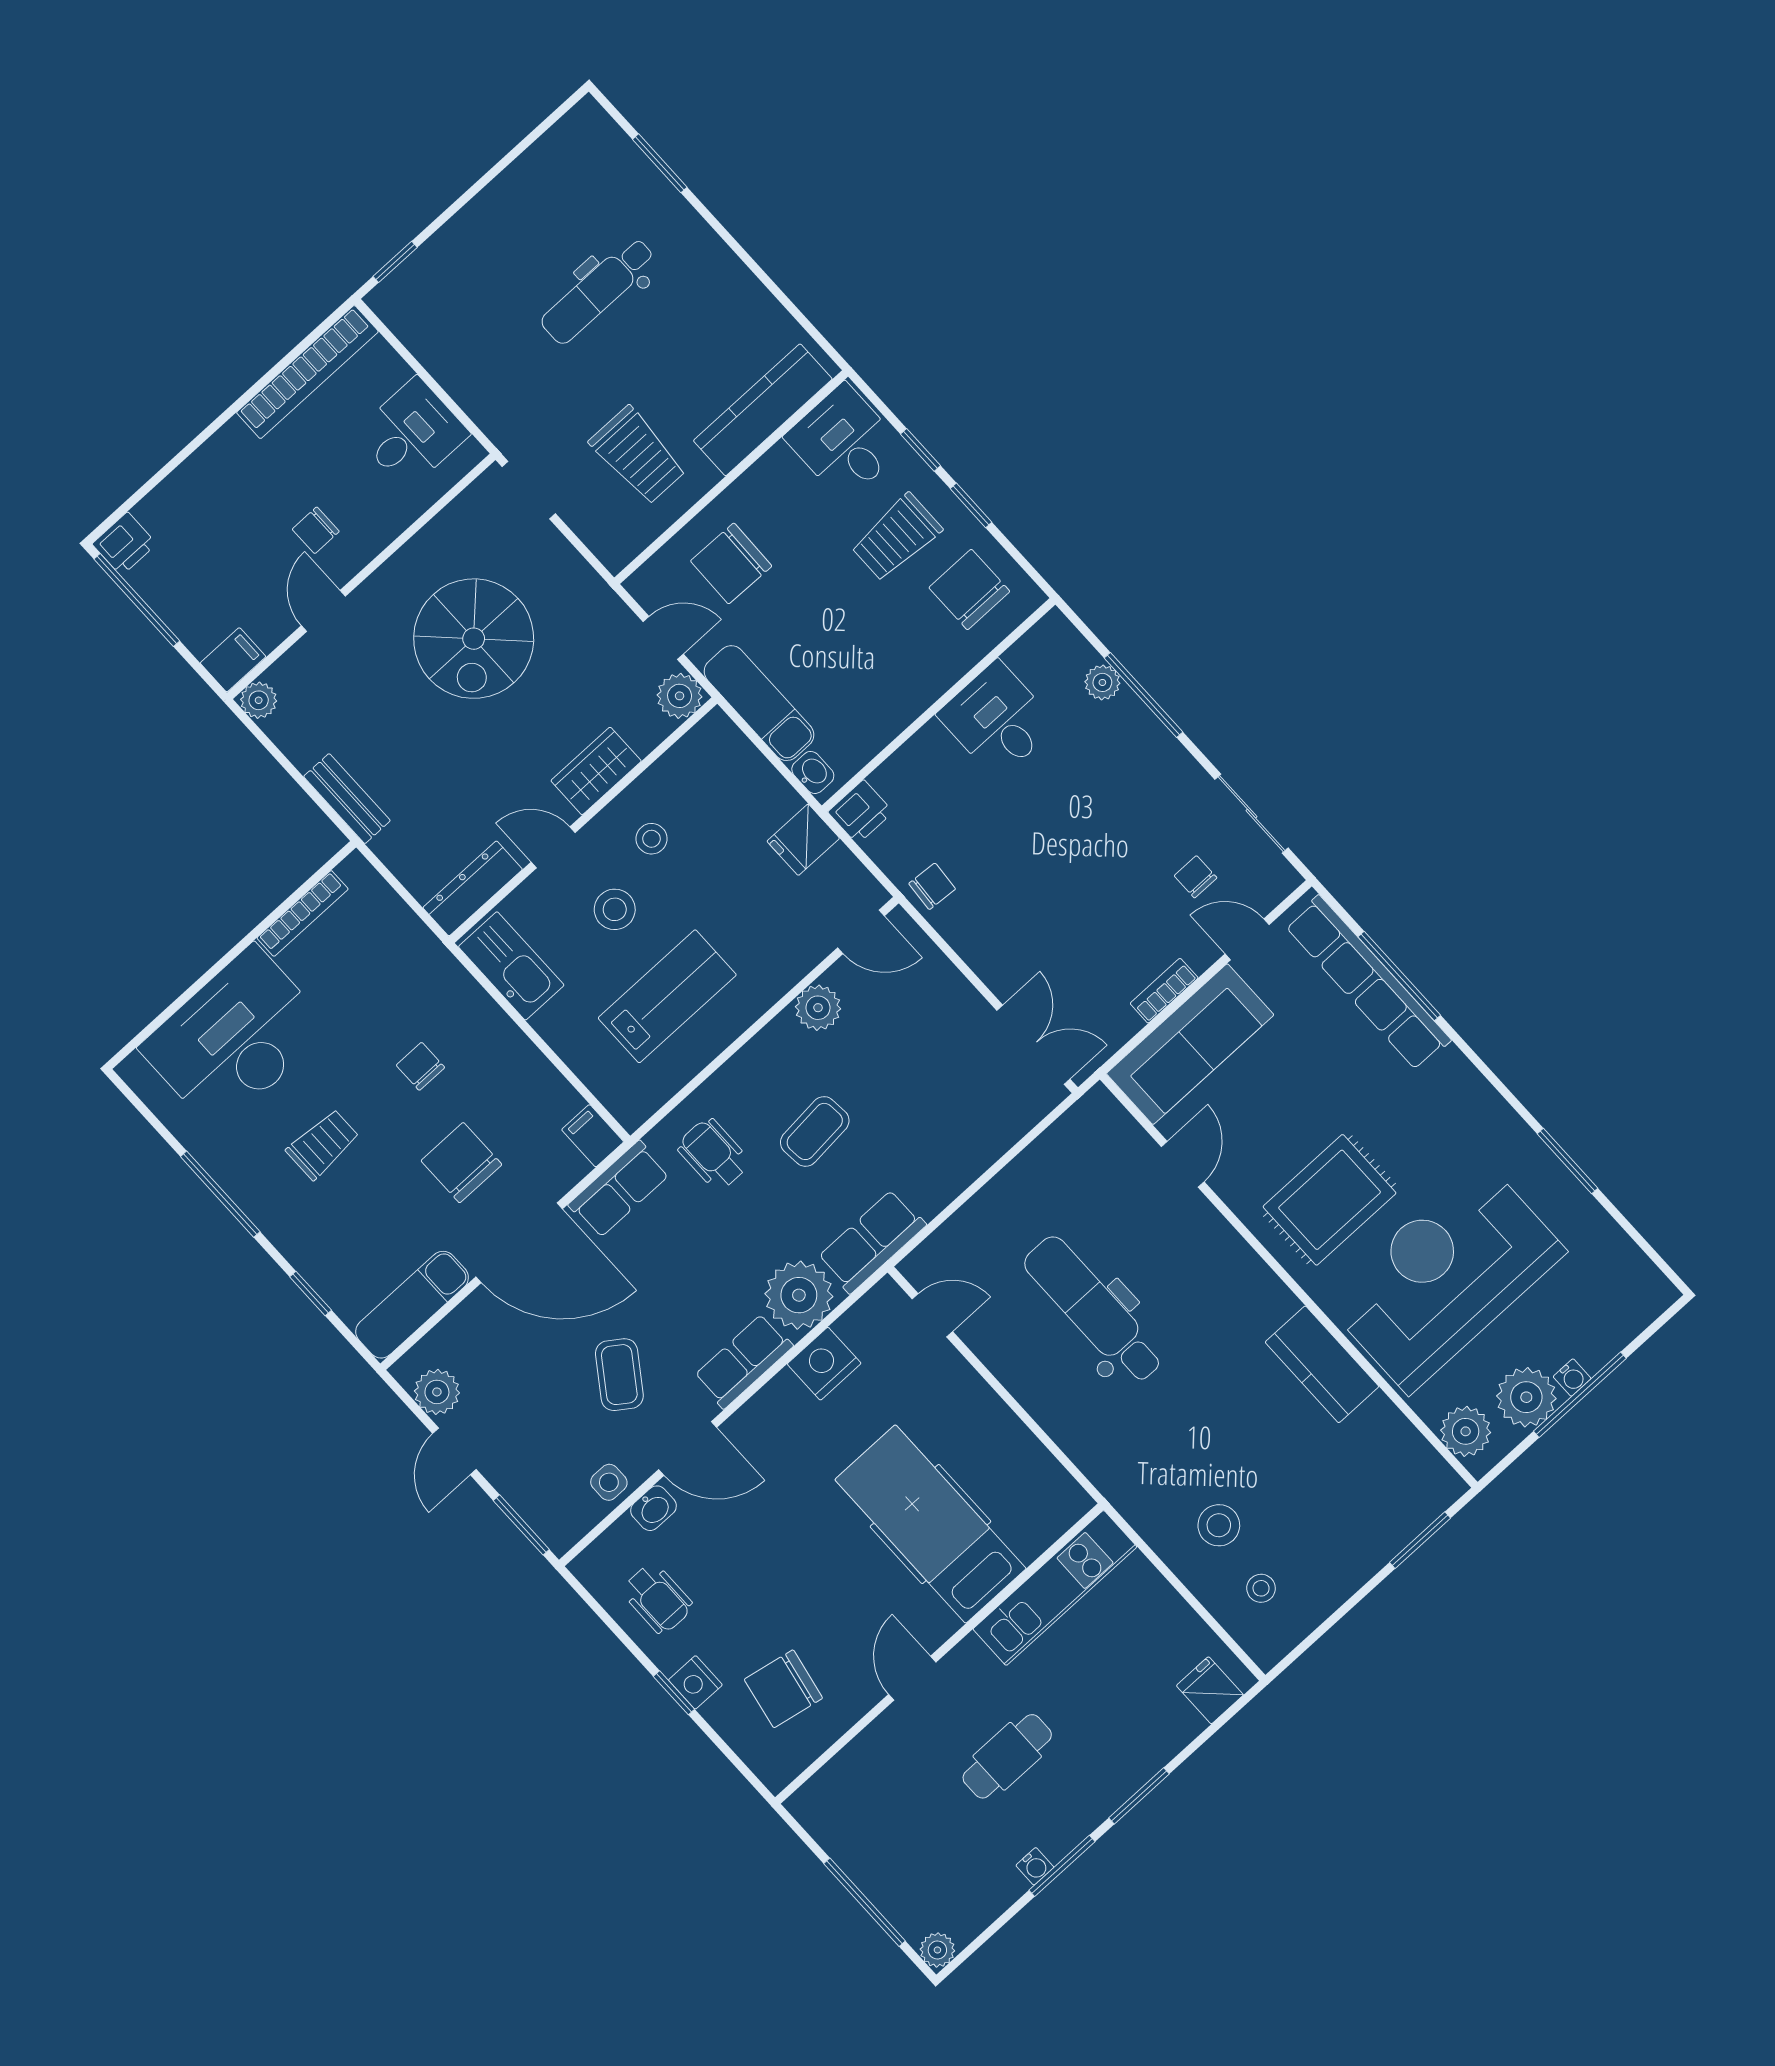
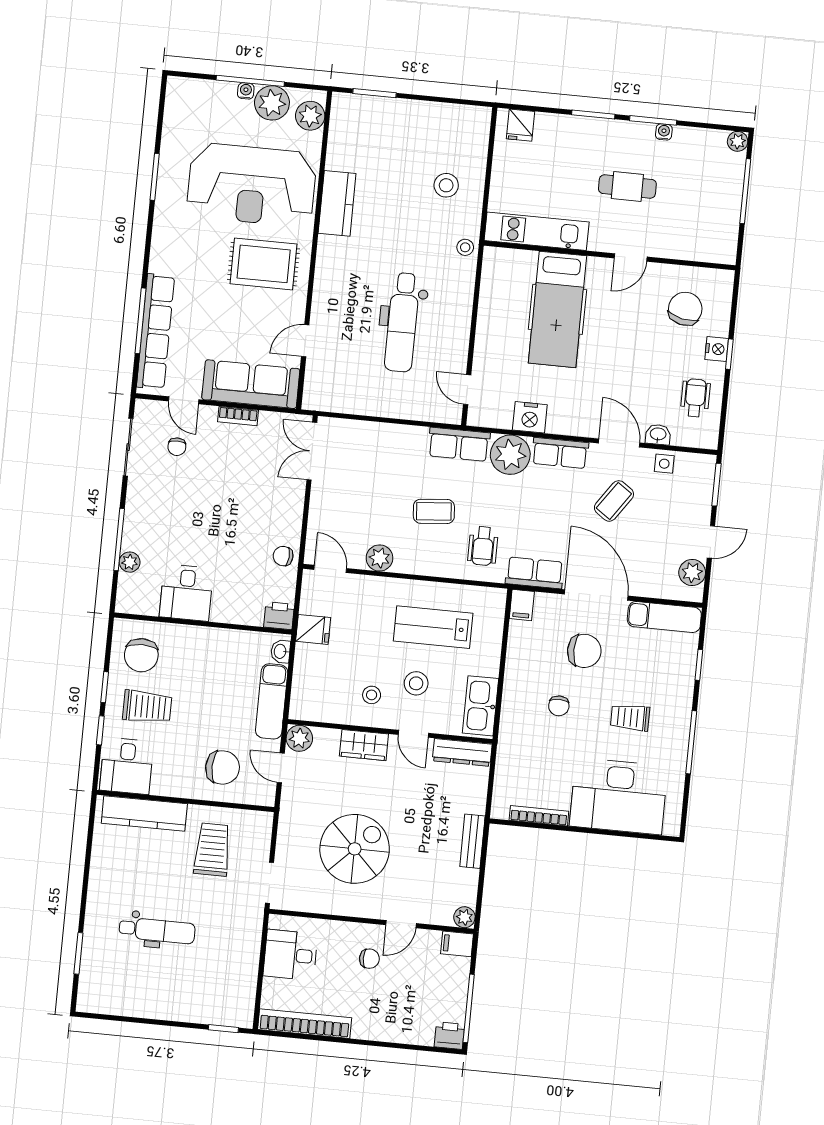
chair: (461, 1163) -> (584, 651), turned -90
stool: (1261, 1588) -> (465, 247), moved
chair: (783, 1689) -> (685, 309), turned -89

